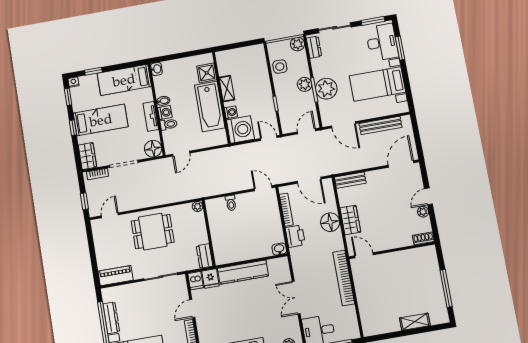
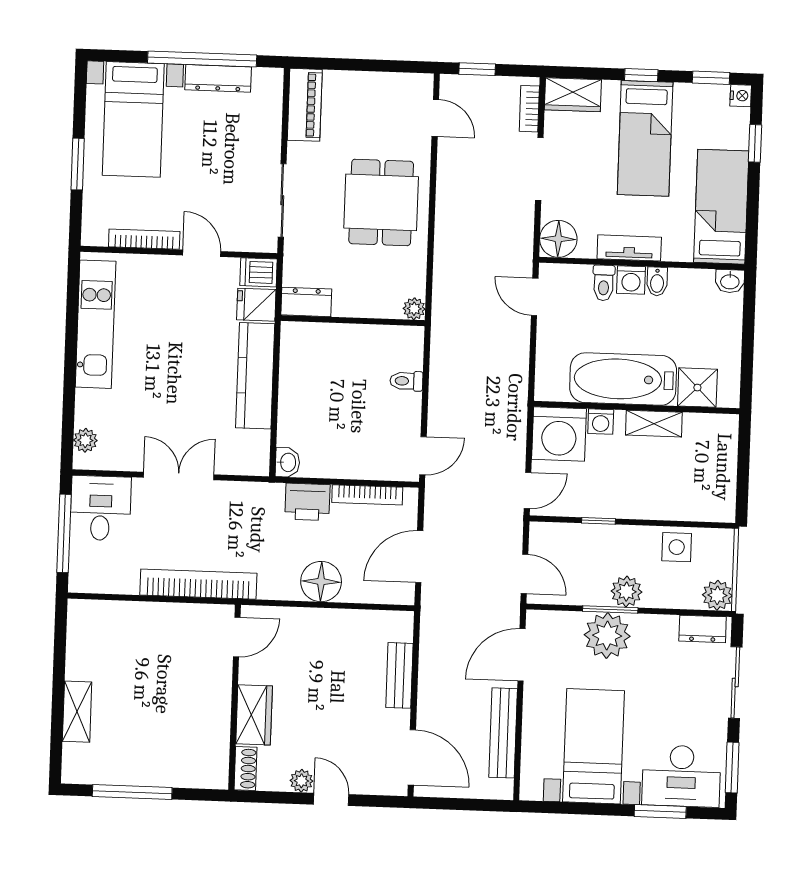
bench: (350, 180) -> (399, 675), moved
wardrobe: (350, 220) -> (254, 715), moved, turned -90

